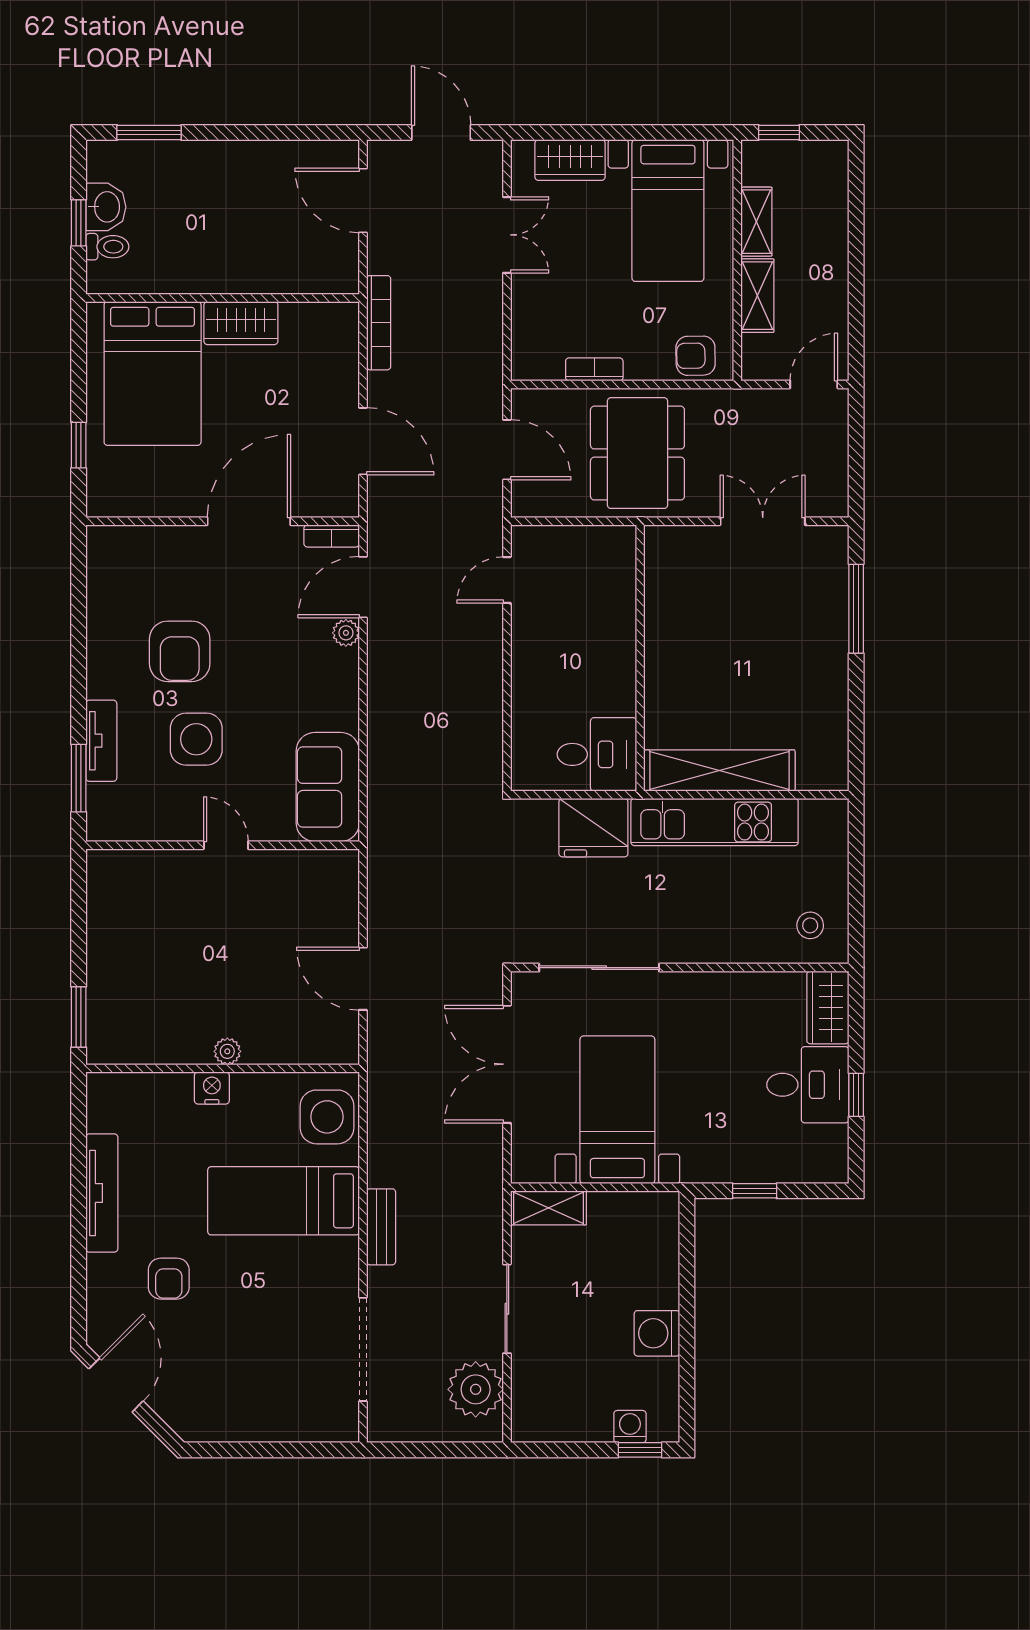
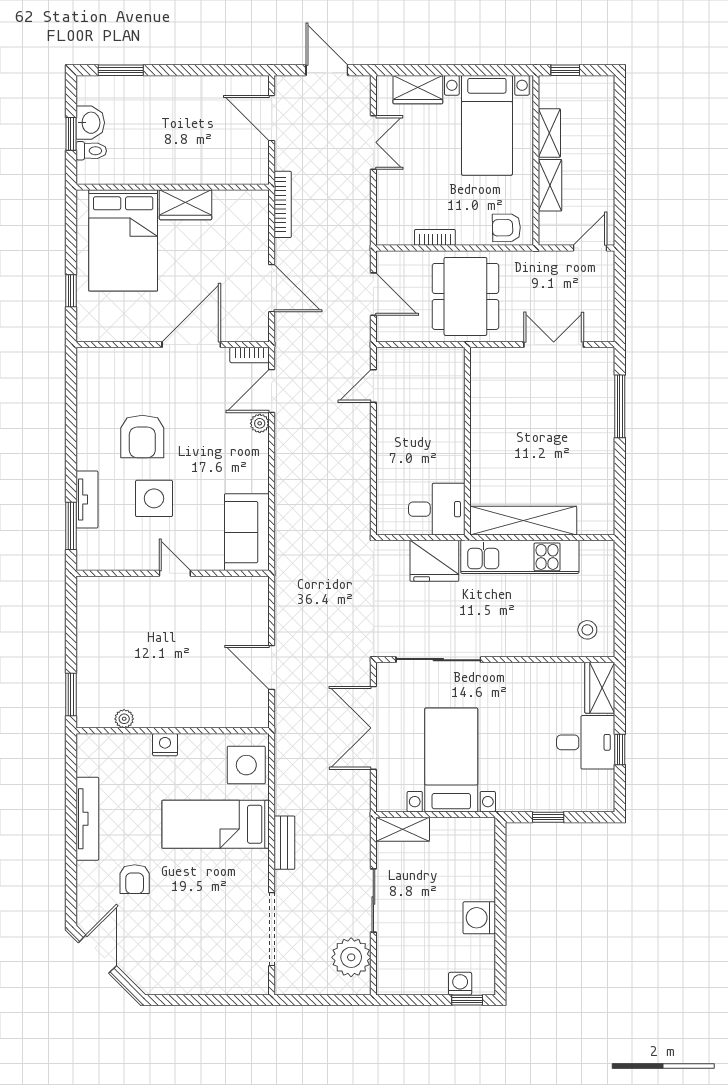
plant: (227, 1051) -> (124, 719), moved

